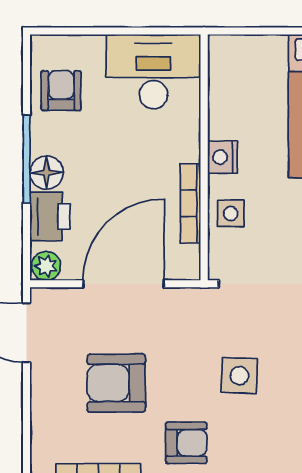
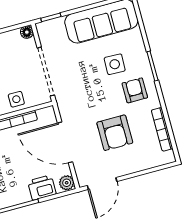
floor lamp: (47, 173) -> (21, 195), removed
side table: (239, 376) -> (115, 64), moved

